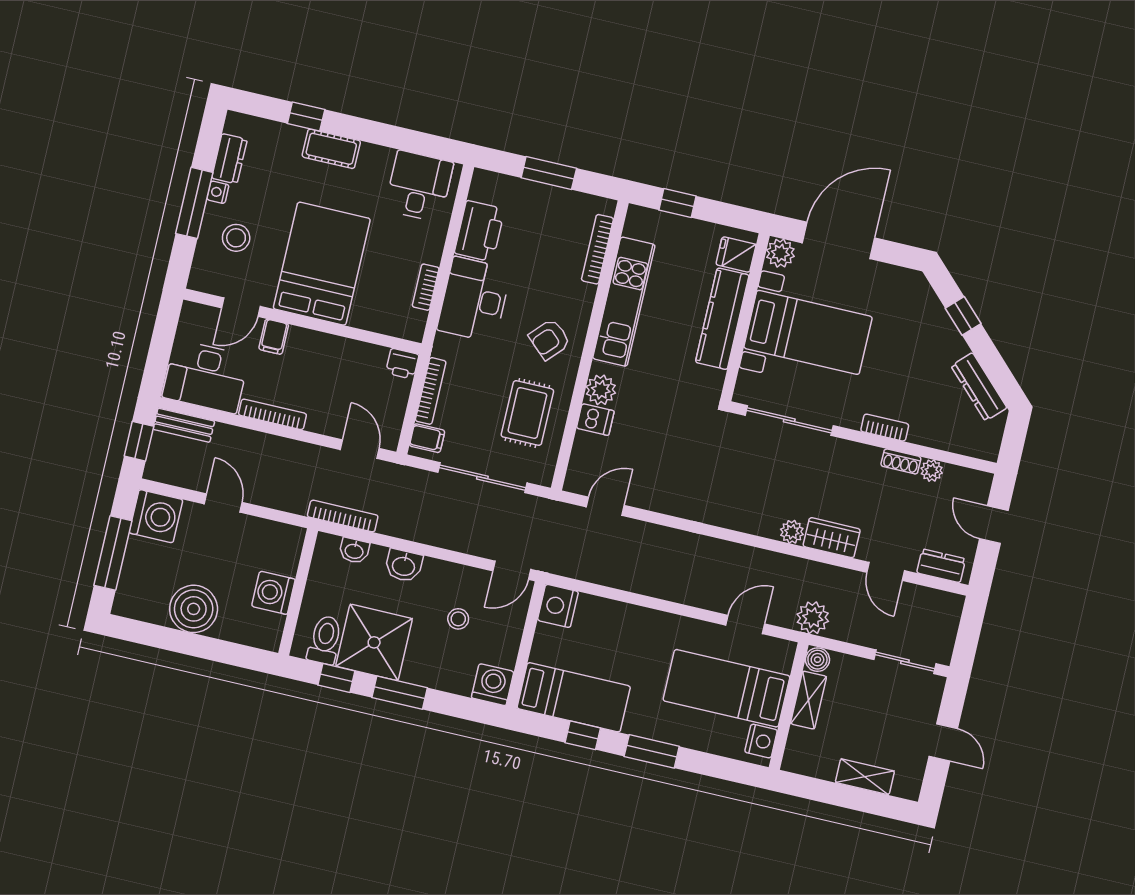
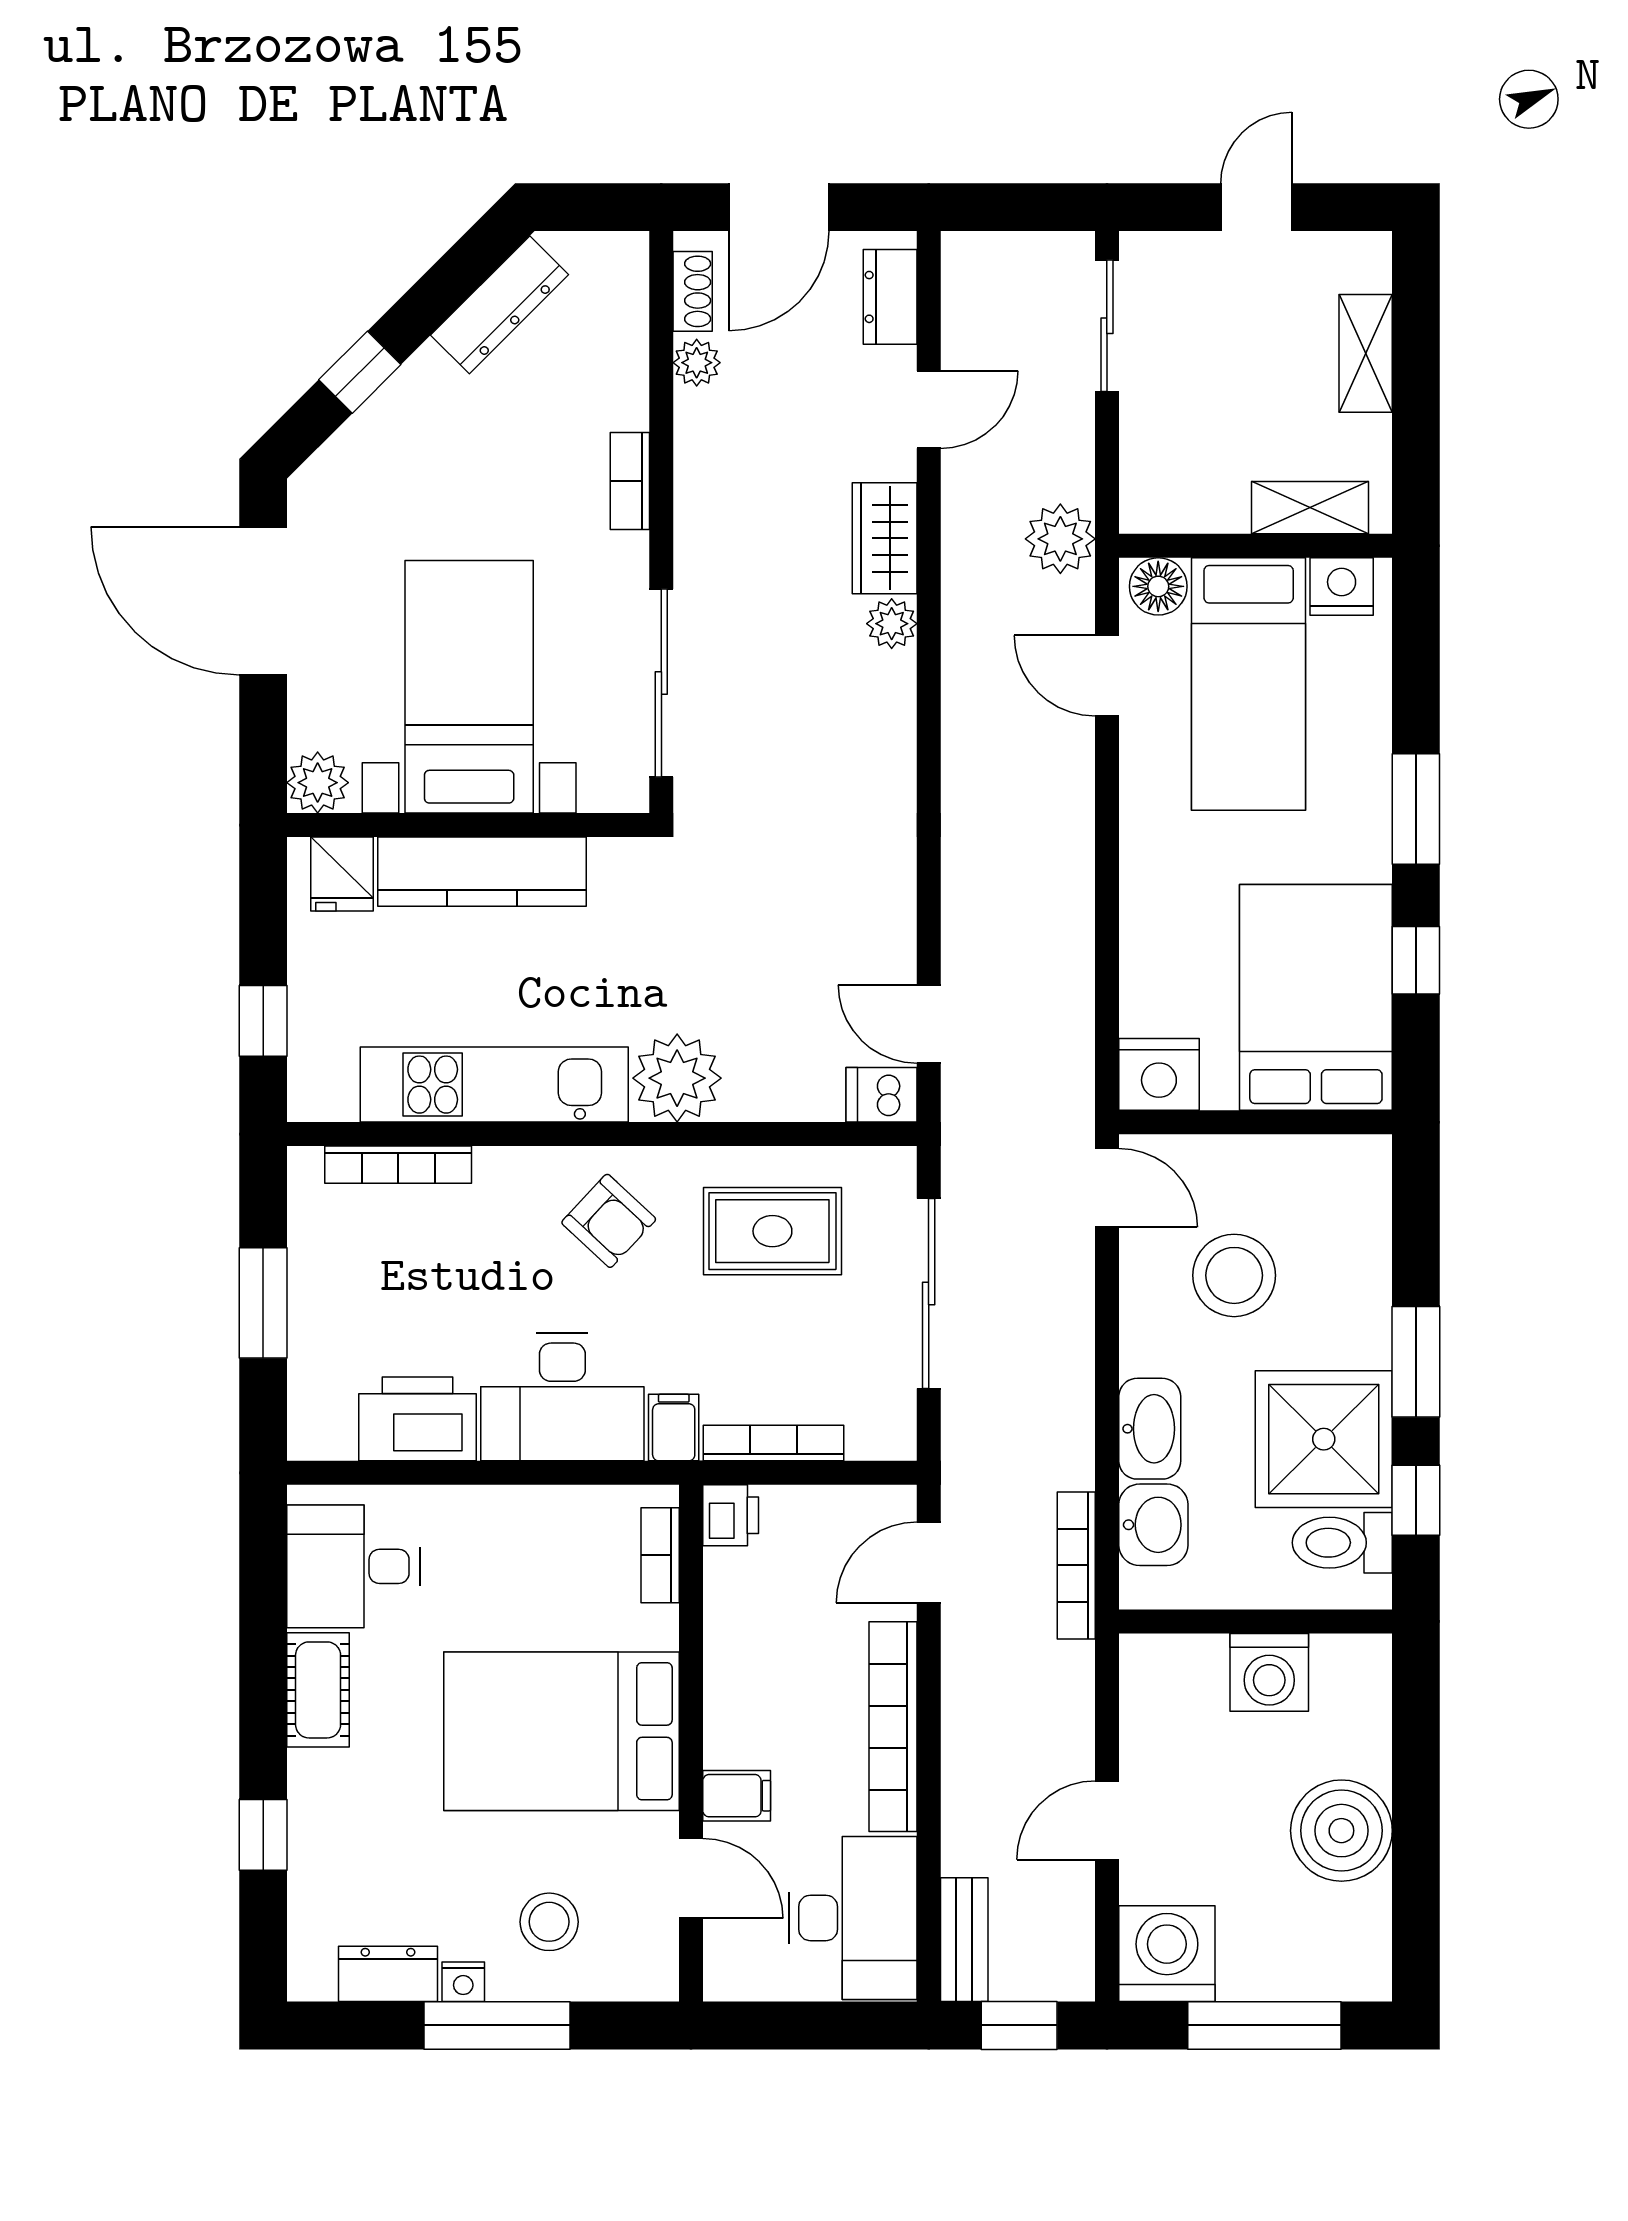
cot: (331, 149) -> (318, 1690), moved
door: (838, 240) -> (263, 601), moved
bookcase: (426, 287) -> (660, 1555), moved, turned 90
plant: (601, 390) -> (677, 1078), width x1.36, depth x1.36
bookcase: (272, 414) -> (893, 1727), width x1.48, depth x1.31
dishwasher: (595, 420) -> (881, 1095), moved, turned -90
filing cabinet: (427, 438) -> (674, 1428), moved
shoe rack: (901, 461) -> (693, 291), moved
door: (994, 525) -> (779, 207), width x1.38
washbasin: (354, 551) -> (1153, 1525), width x1.38, depth x1.45
washbasin: (404, 566) -> (1150, 1429), width x1.38
stool: (458, 619) -> (1234, 1275), width x1.89, depth x1.89
floor lamp: (781, 657) -> (1158, 586), added
boiler: (817, 660) -> (1145, 509), removed
washing machine: (493, 685) -> (1354, 1172), removed
bed: (574, 697) -> (1316, 997), width x1.50
shelving: (809, 700) -> (1310, 508), moved

